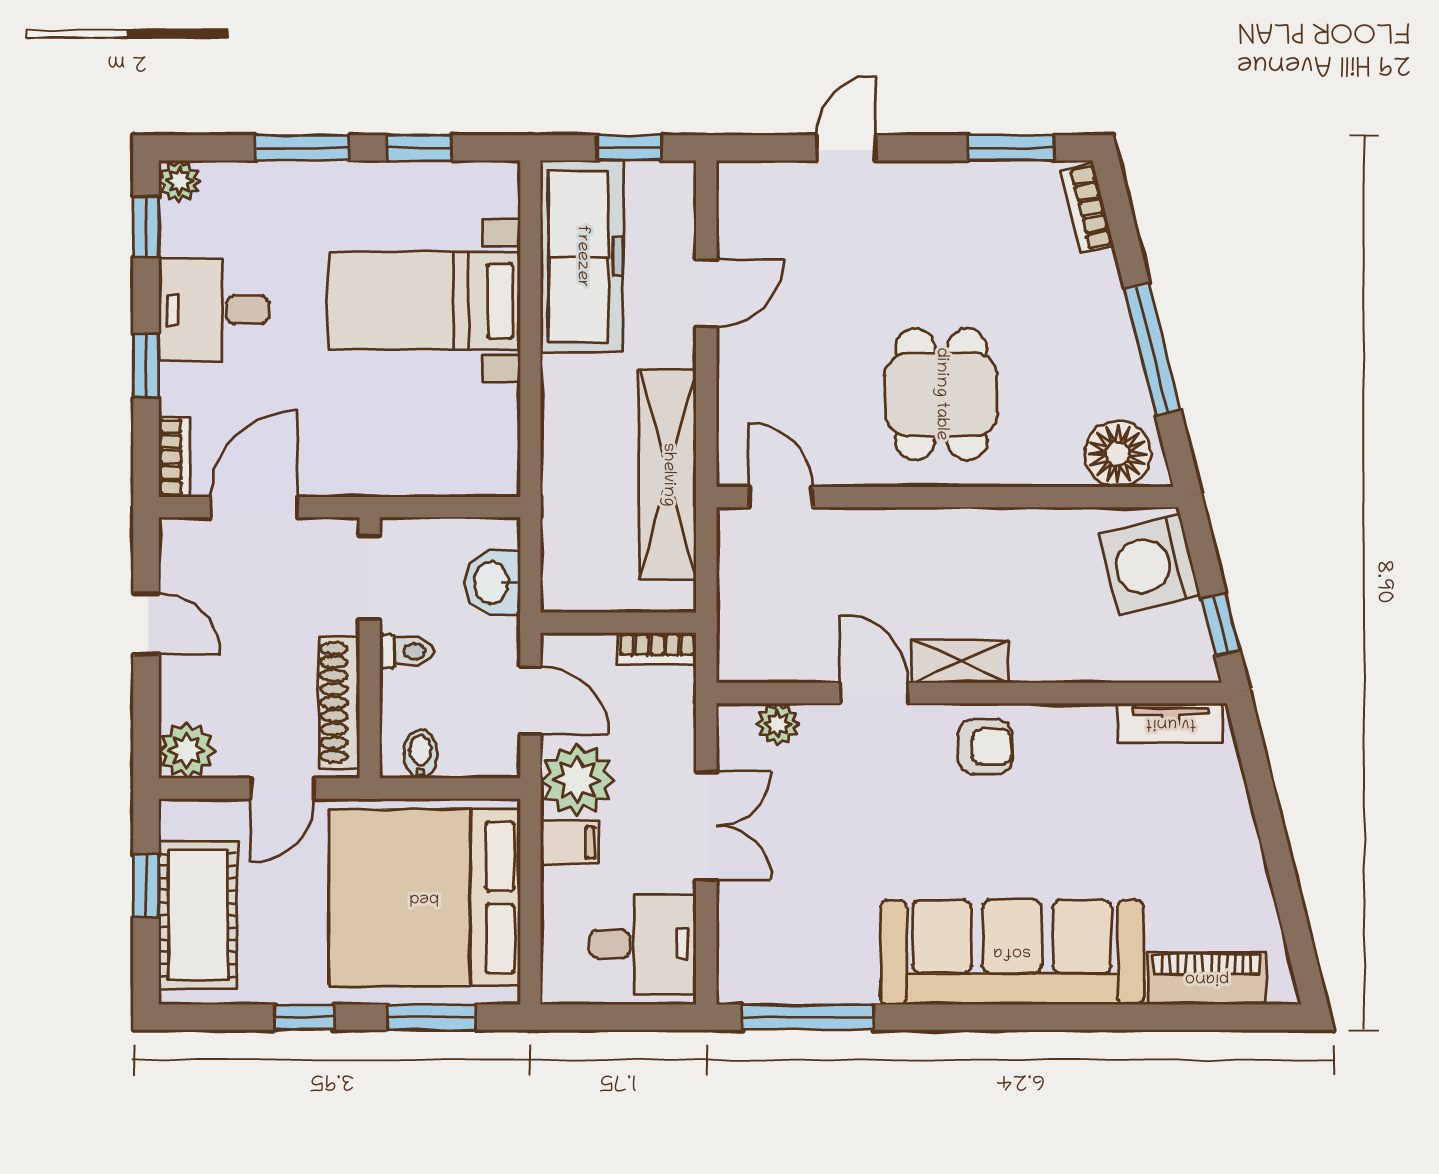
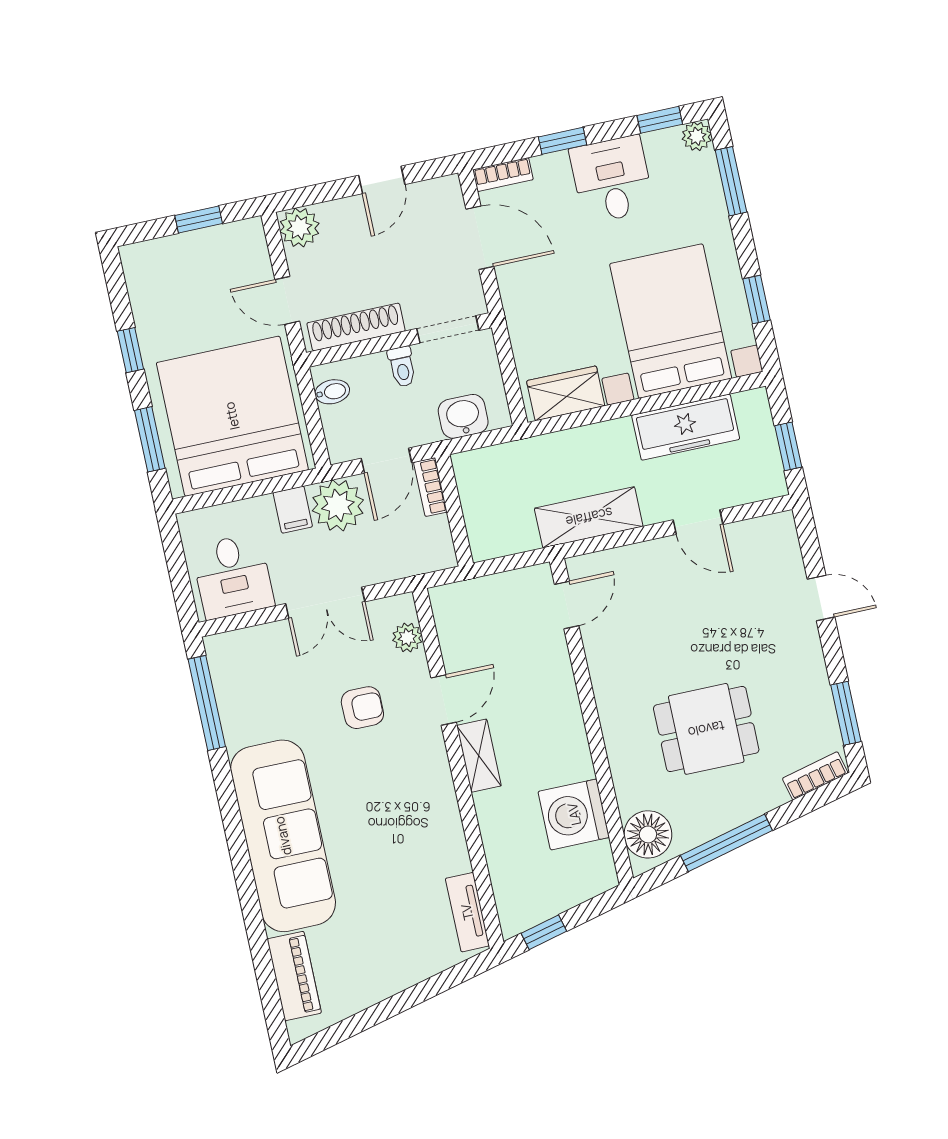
window: (302, 148) -> (731, 181), moved
freezer: (582, 256) -> (686, 427), width x0.73, depth x0.79
bed with nightstands: (424, 301) -> (671, 321), width x1.36
dining table: (941, 394) -> (706, 729), moved
wardrobe: (491, 436) -> (566, 393), added
shelving: (668, 475) -> (589, 517), width x0.68
washing machine: (1149, 564) -> (574, 814), moved, turned -76
bookcase: (657, 648) -> (430, 487), moved
armchair: (985, 747) -> (362, 708), moved, turned -90
cot: (198, 915) -> (186, 260), removed

